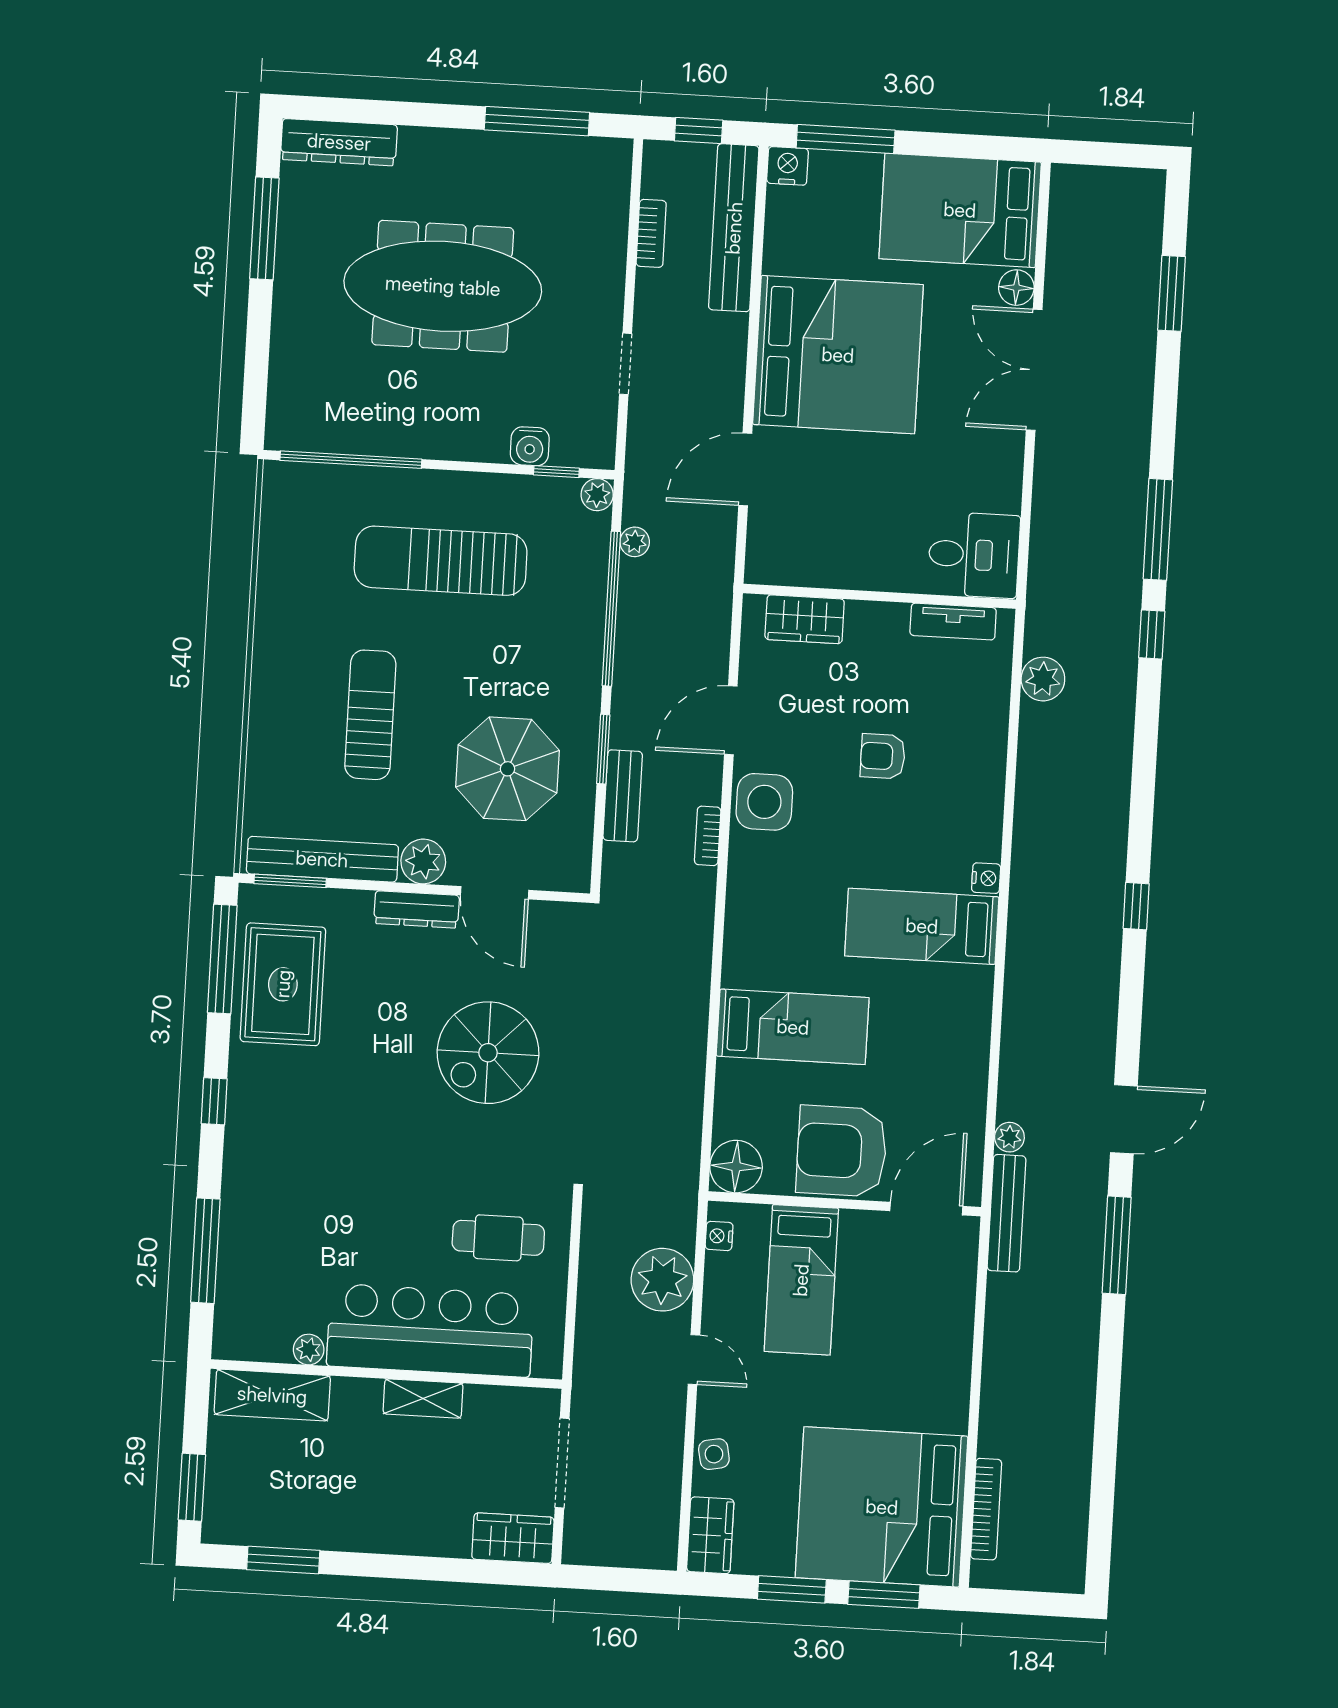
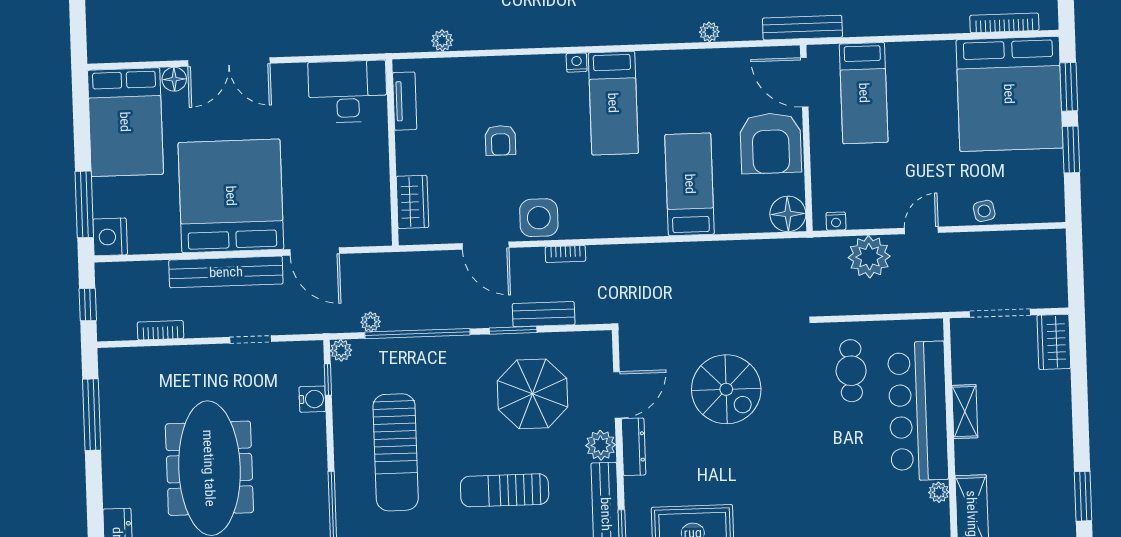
nightstand: (788, 166) -> (110, 237), width x1.36, depth x1.33
bench: (734, 228) -> (226, 272), moved
desk: (974, 555) -> (348, 92), width x1.37
plant: (1043, 679) -> (442, 40), width x0.73, depth x0.73
plant: (1009, 1137) -> (709, 32), moved
bed: (801, 1280) -> (864, 93), moved, turned 90
wardrobe: (710, 1535) -> (1039, 208), removed

